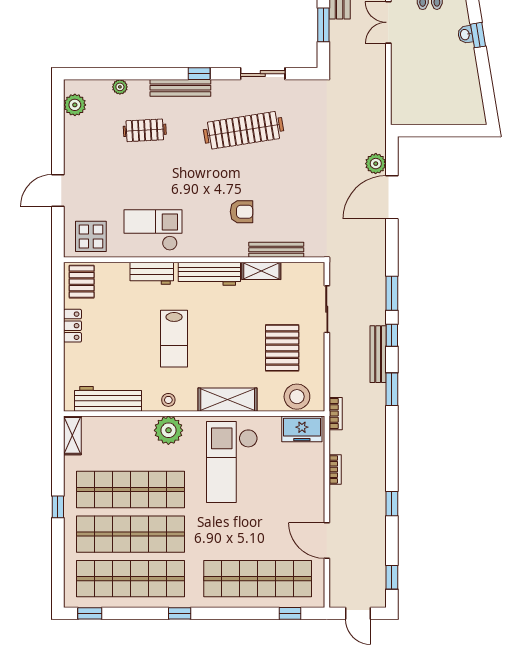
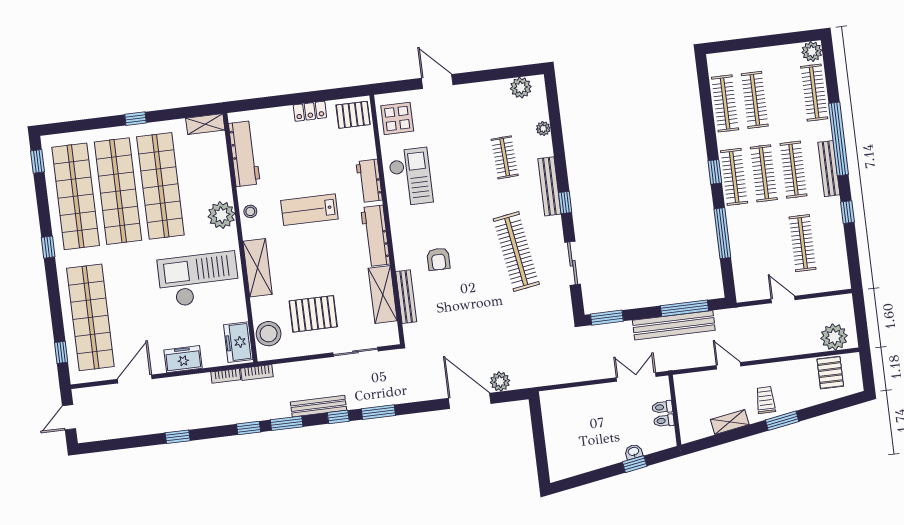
window: (323, 25) -> (607, 318), moved
shelving: (261, 271) -> (383, 295), width x1.50, depth x1.33
bookcase: (335, 469) -> (226, 376), moved
freezer: (312, 488) -> (183, 359), added
window: (392, 577) -> (249, 428), moved

